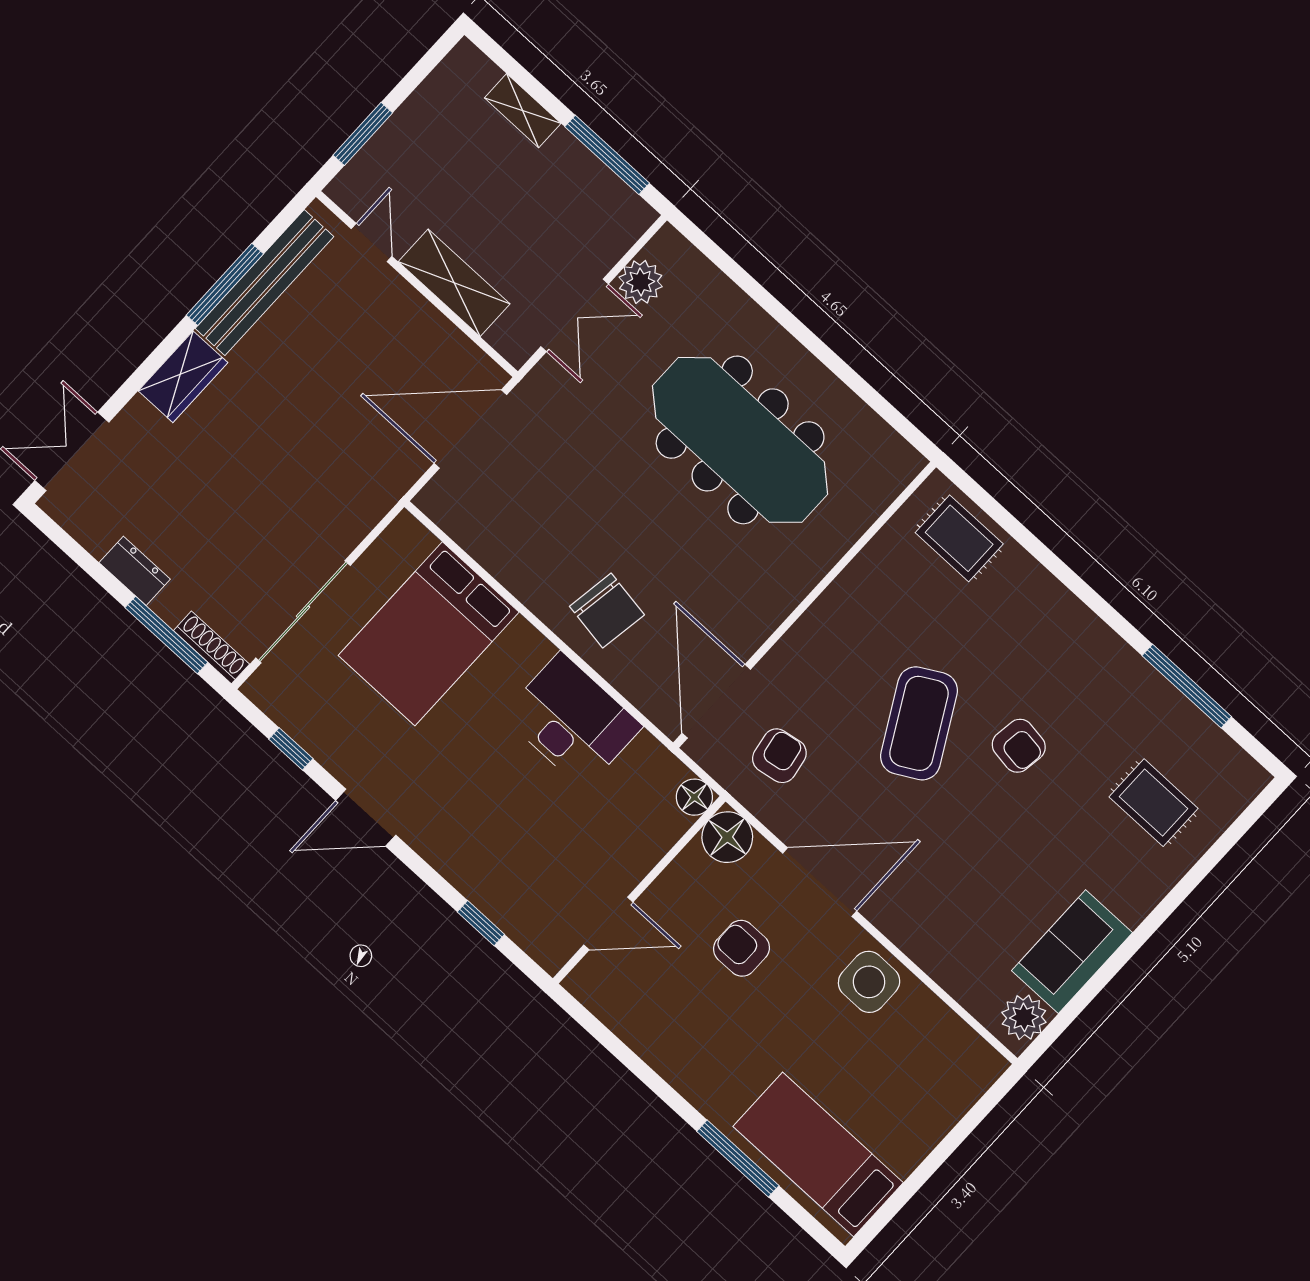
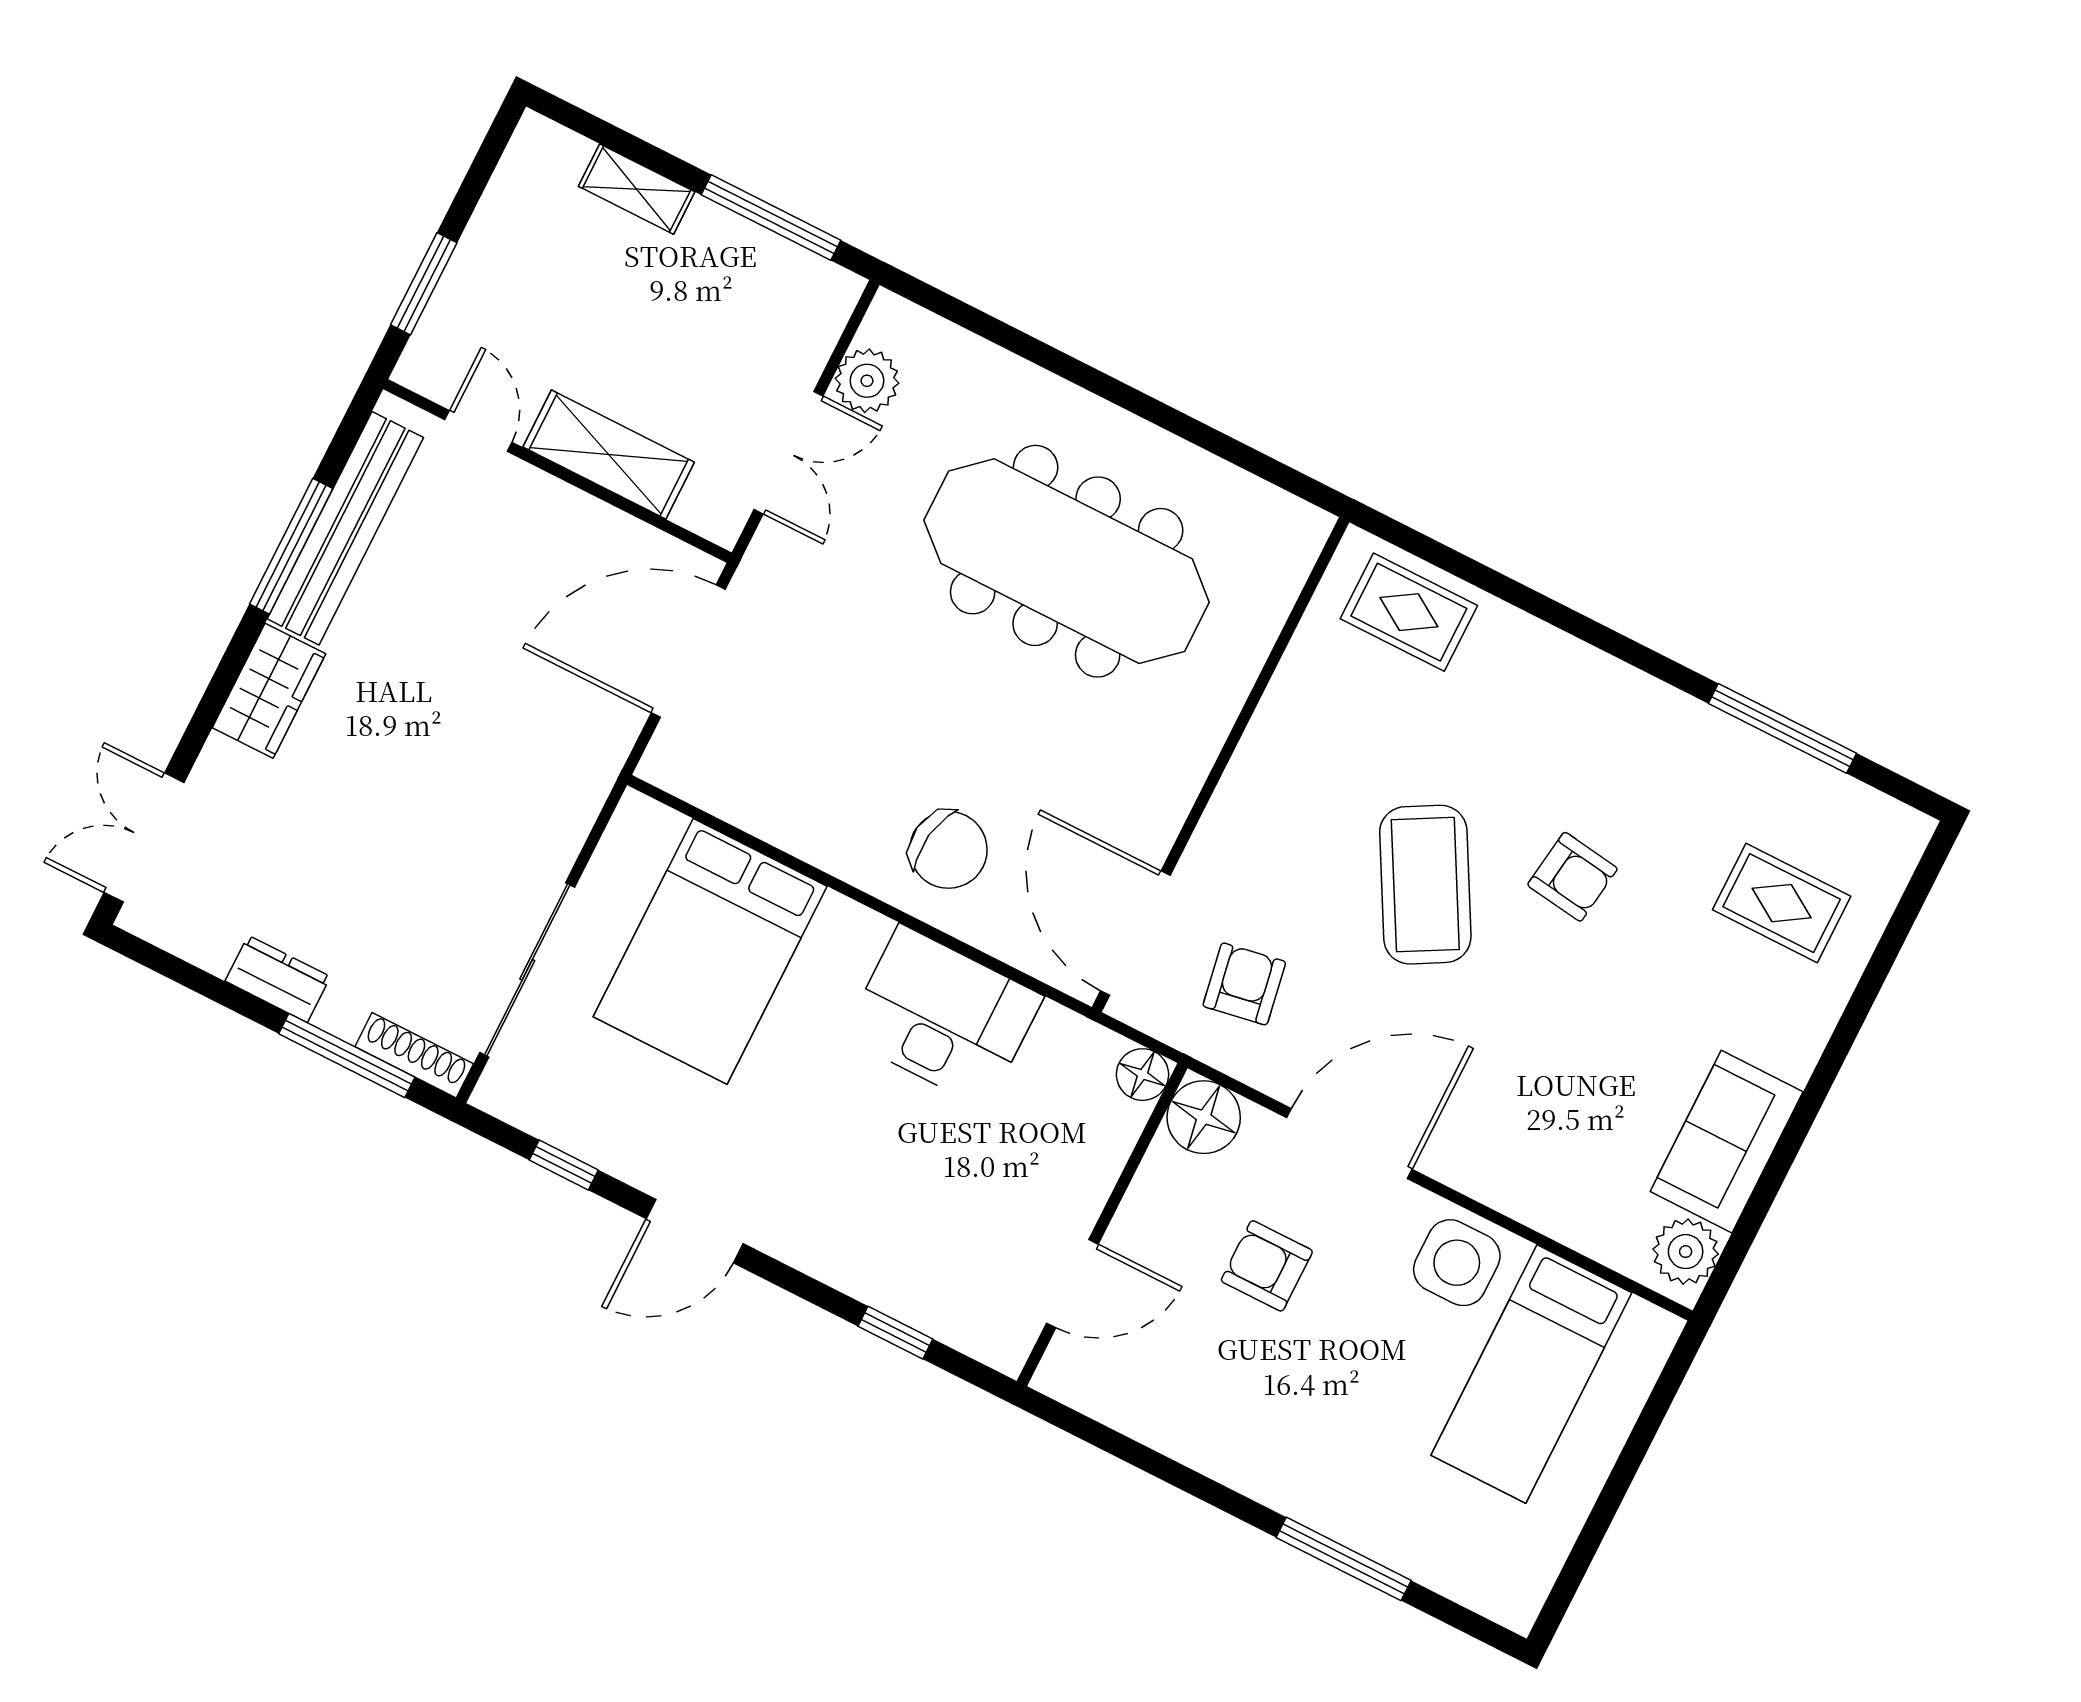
bed: (818, 1155) -> (1531, 1374), moved, turned -90

